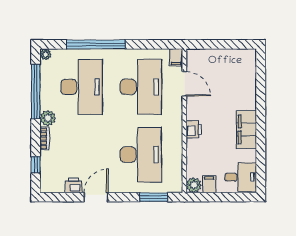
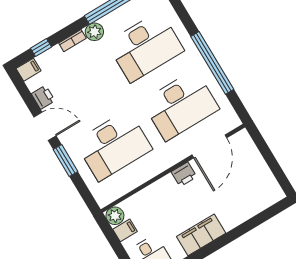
window: (96, 44) -> (212, 63), moved
filing cabinet: (176, 57) -> (29, 70), moved, turned 180
door: (184, 84) -> (209, 146), width x1.36
printer: (194, 129) -> (184, 174), moved
window: (154, 197) -> (65, 160), moved

